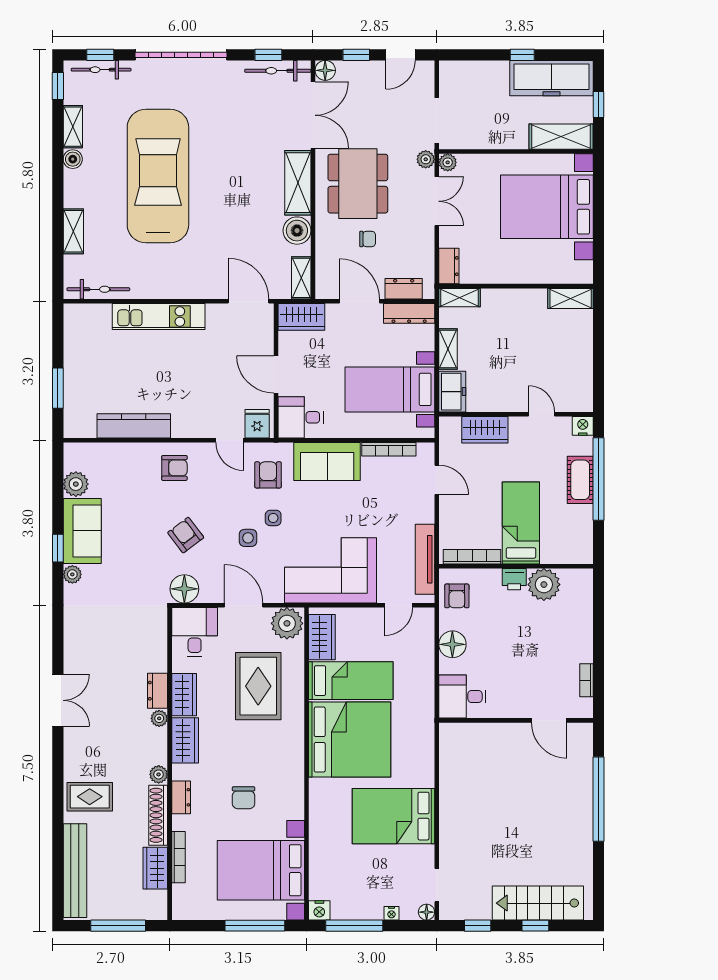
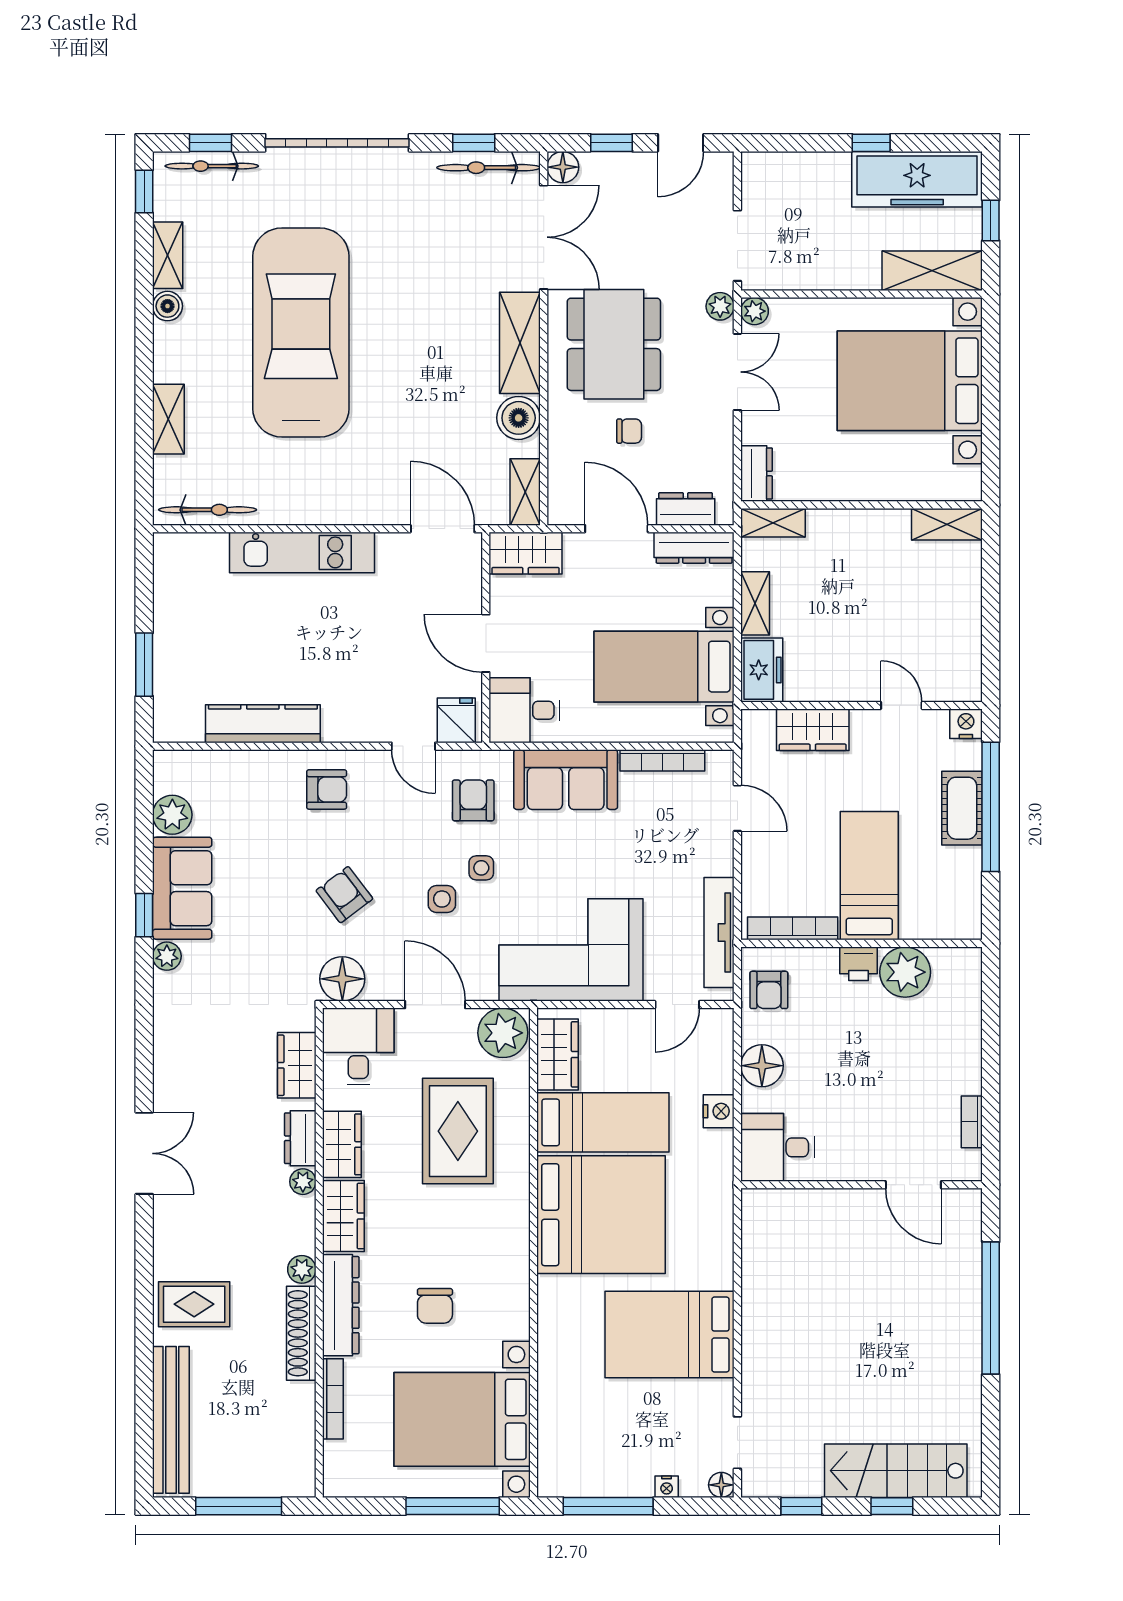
dresser: (181, 797) -> (341, 1305), width x1.96, depth x1.24
wardrobe: (155, 868) -> (297, 1065), moved
nightstand: (319, 910) -> (719, 1111), moved, turned -90

